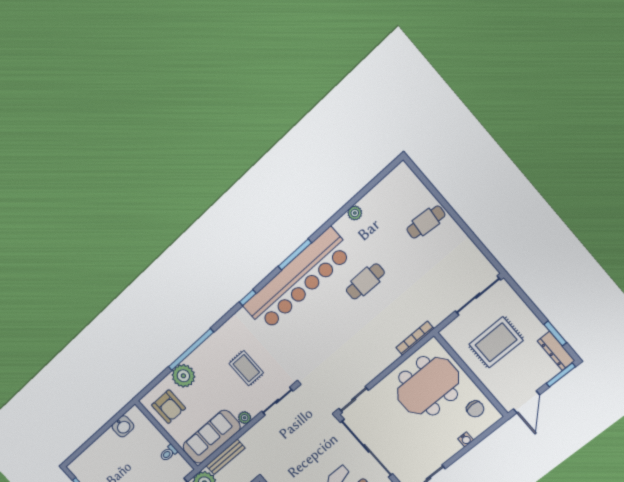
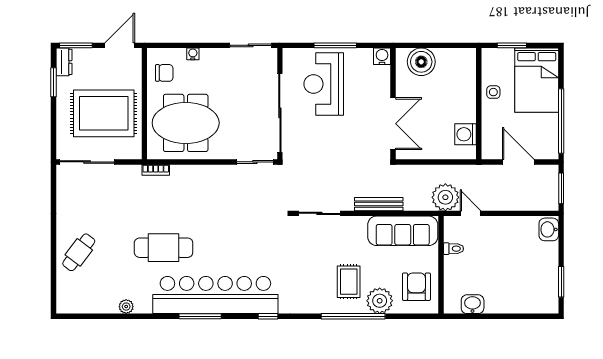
cafe table: (426, 222) -> (79, 252), turned -58
cafe table: (365, 281) -> (164, 248), width x1.37, depth x1.35
bookcase: (415, 338) -> (156, 170), width x0.64
rug: (496, 342) -> (104, 113), width x1.37, depth x1.44
dresser: (556, 351) -> (64, 62), width x0.70
rug: (246, 368) -> (349, 282), moved
chair: (475, 409) -> (164, 73), turned 90
plant: (245, 418) -> (359, 223), removed
bench: (226, 457) -> (379, 204), moved

